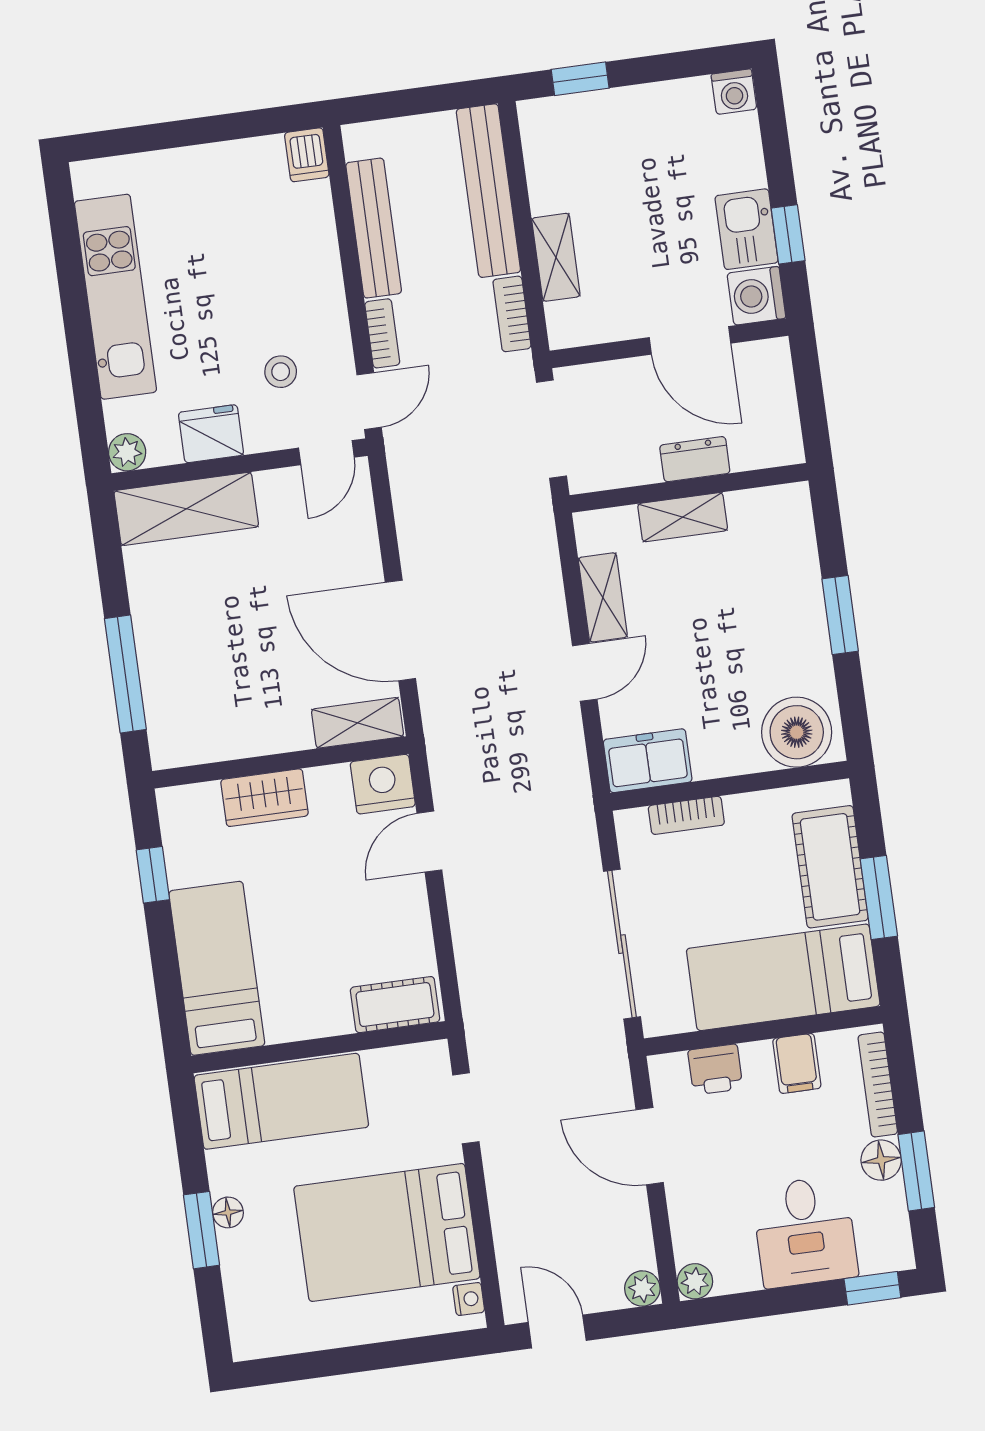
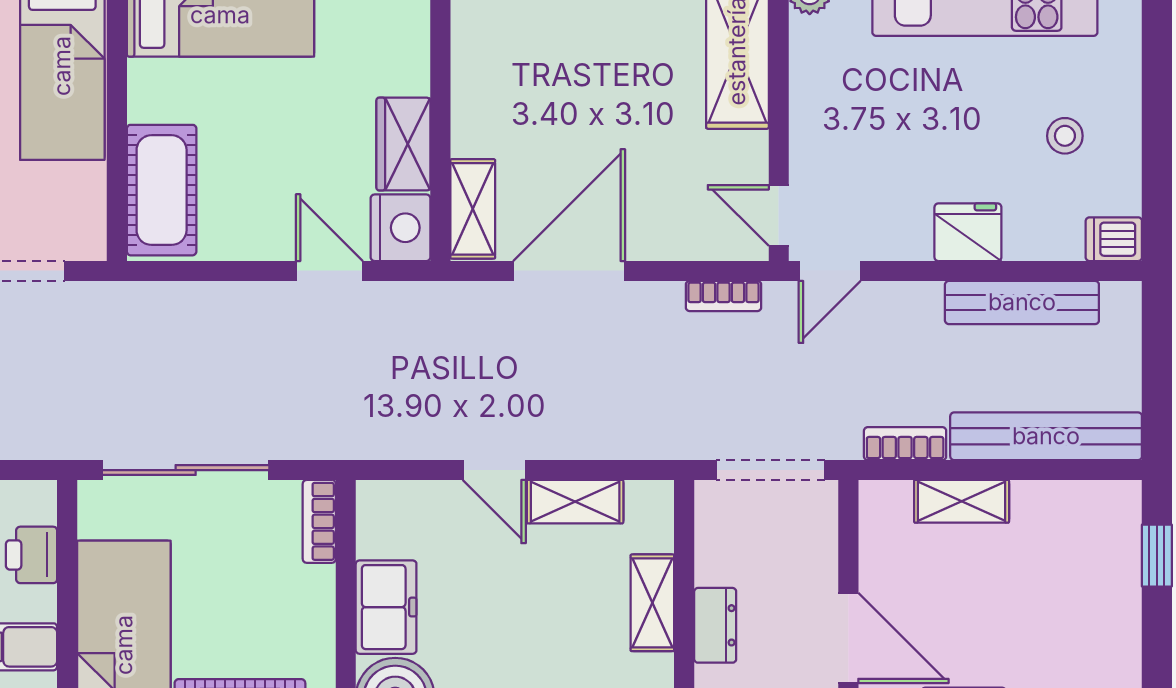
bookcase: (382, 333) -> (724, 296), moved
door: (690, 340) -> (848, 638), swing flipped
stool: (281, 372) -> (1065, 136), moved
door: (369, 401) -> (830, 271), hinge flipped
fridge: (211, 434) -> (968, 232), moved, turned -90
freezer: (648, 761) -> (386, 607), moved
wardrobe: (265, 798) -> (403, 144), moved
bookcase: (686, 815) -> (319, 521), moved
cot: (395, 1005) -> (162, 190), width x1.37, depth x1.34

